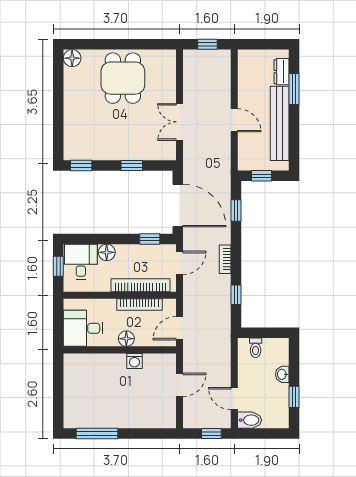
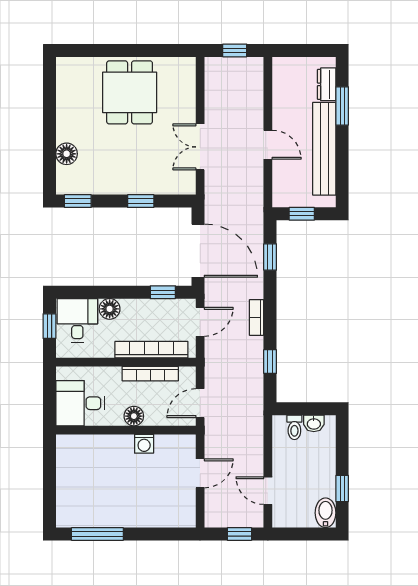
floor lamp: (72, 58) -> (67, 154), moved
washbasin: (282, 374) -> (314, 423), moved, turned -90
bidet: (250, 420) -> (325, 513), moved, turned -90

